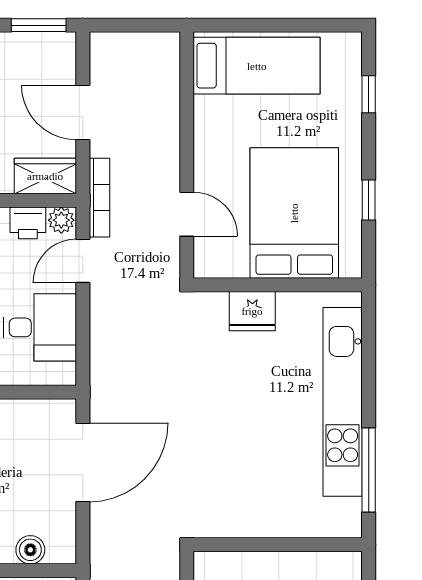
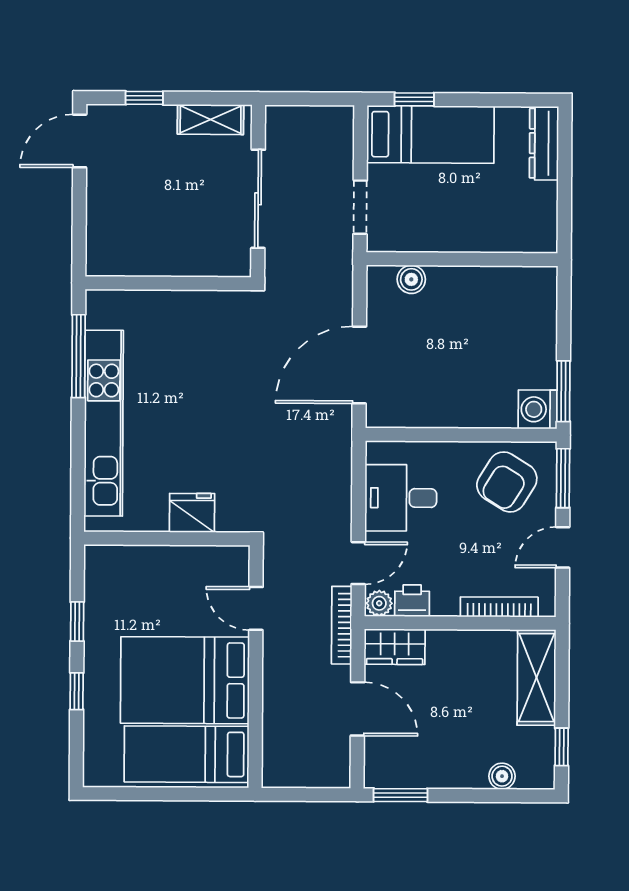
window: (369, 94) -> (77, 691), moved
bed: (294, 213) -> (185, 680), moved, turned 90

